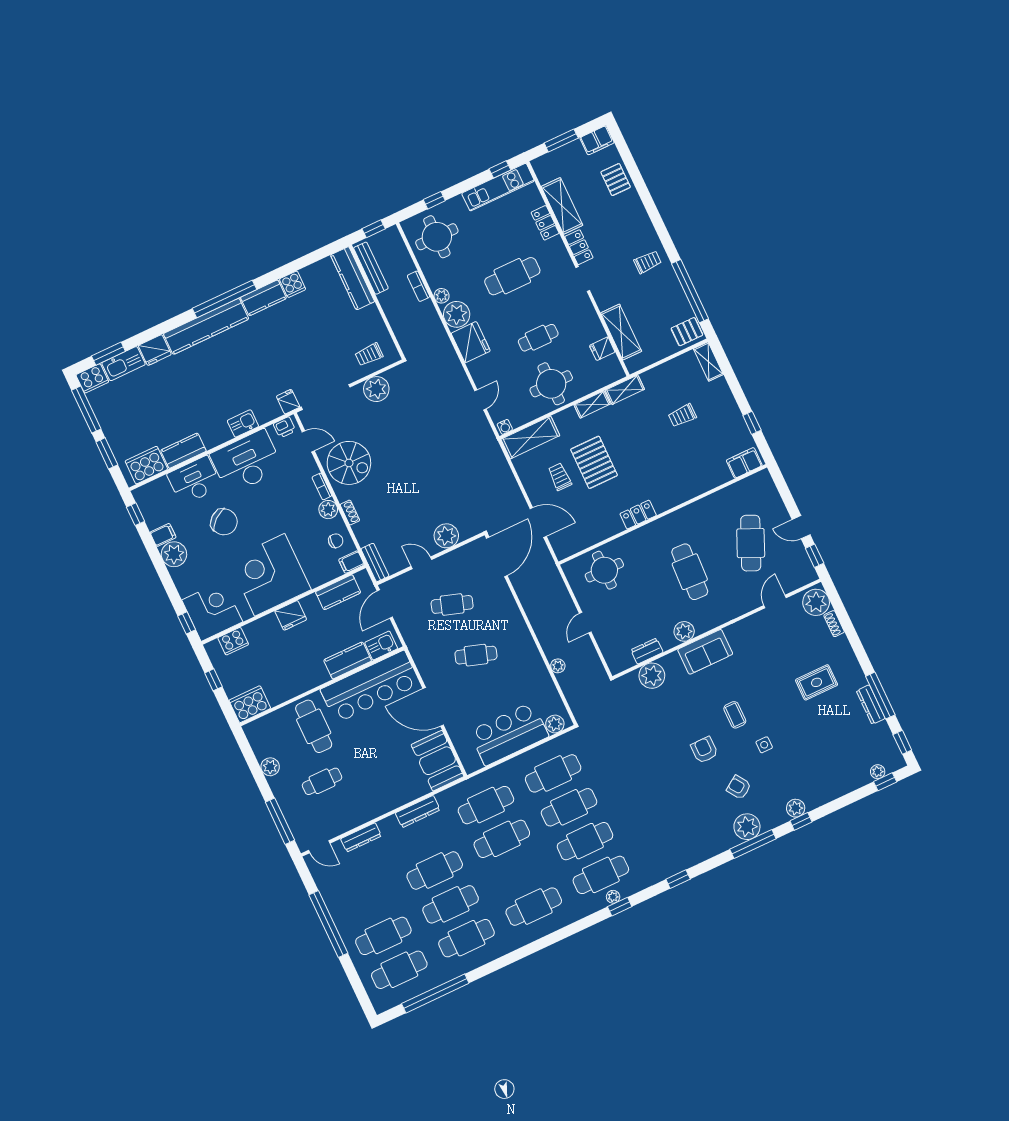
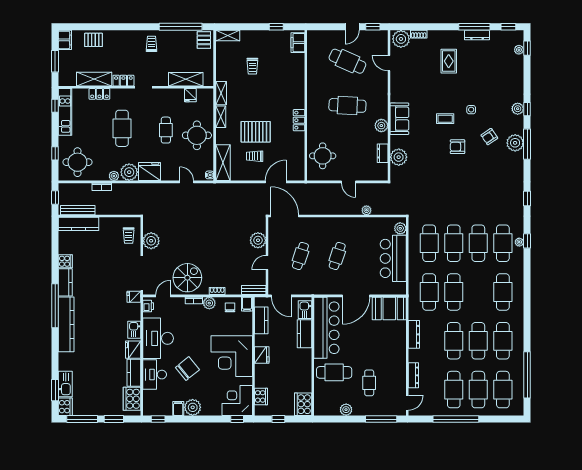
fridge: (155, 350) -> (133, 350), moved, turned 180
cafe table: (367, 902) -> (454, 390), added

